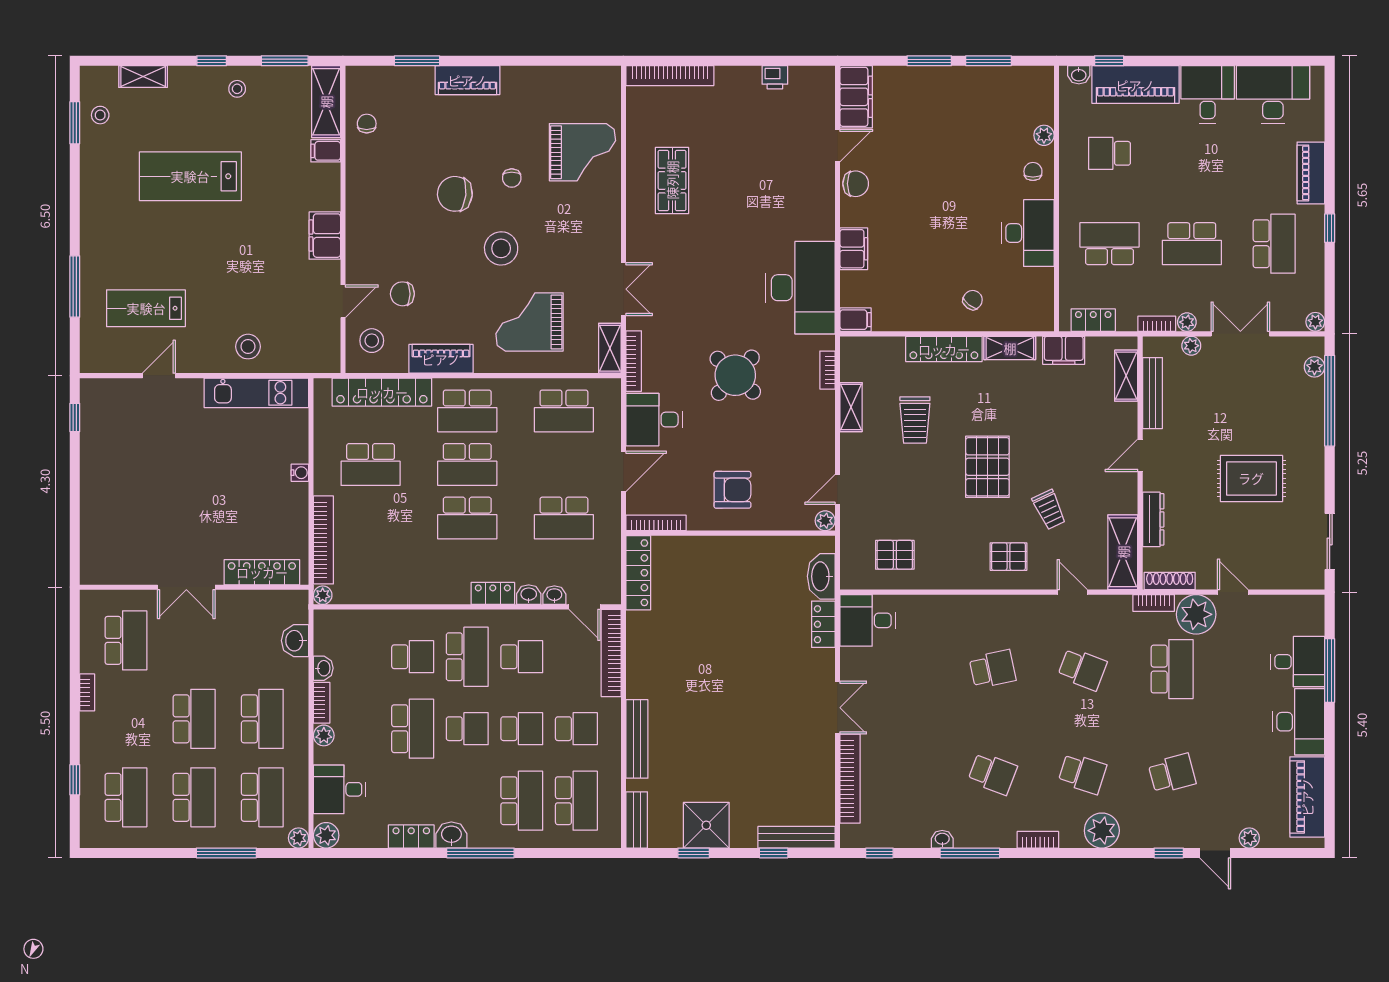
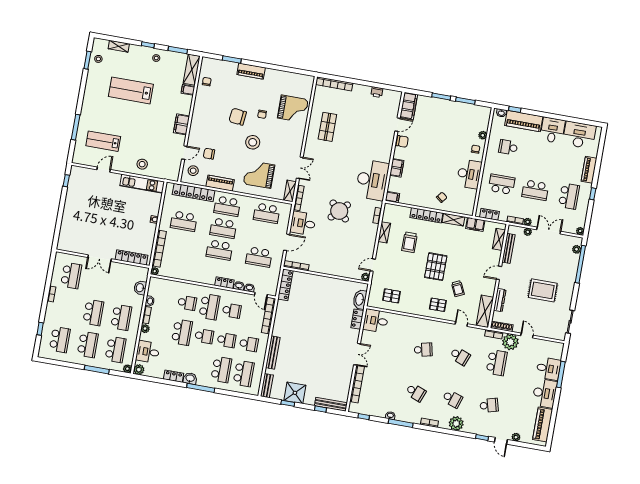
armchair: (732, 490) -> (330, 258), removed

